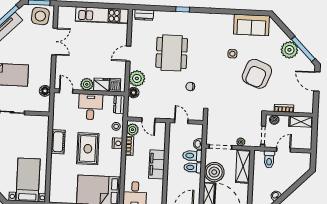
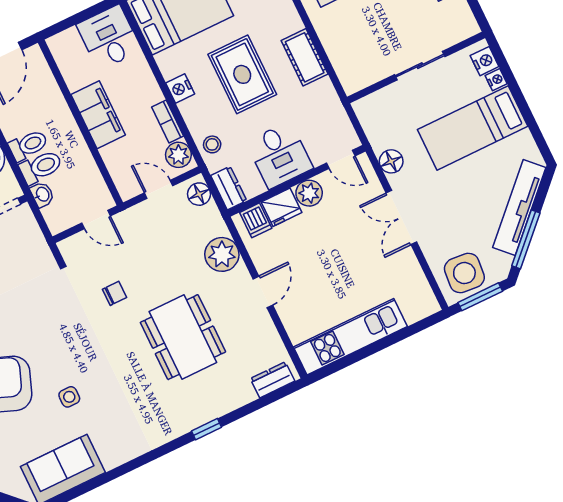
double door: (55, 41) -> (401, 218), moved
floor lamp: (45, 91) -> (391, 161), moved
floor lamp: (134, 93) -> (199, 194), moved
nightstand: (117, 143) -> (180, 89), moved

